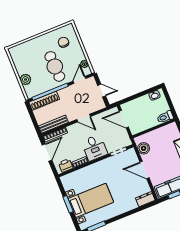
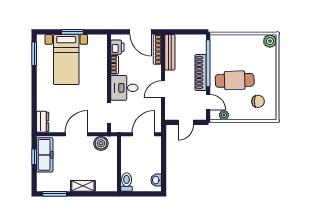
plant: (25, 79) -> (270, 41), moved
shoe rack: (44, 101) -> (201, 72), moved

